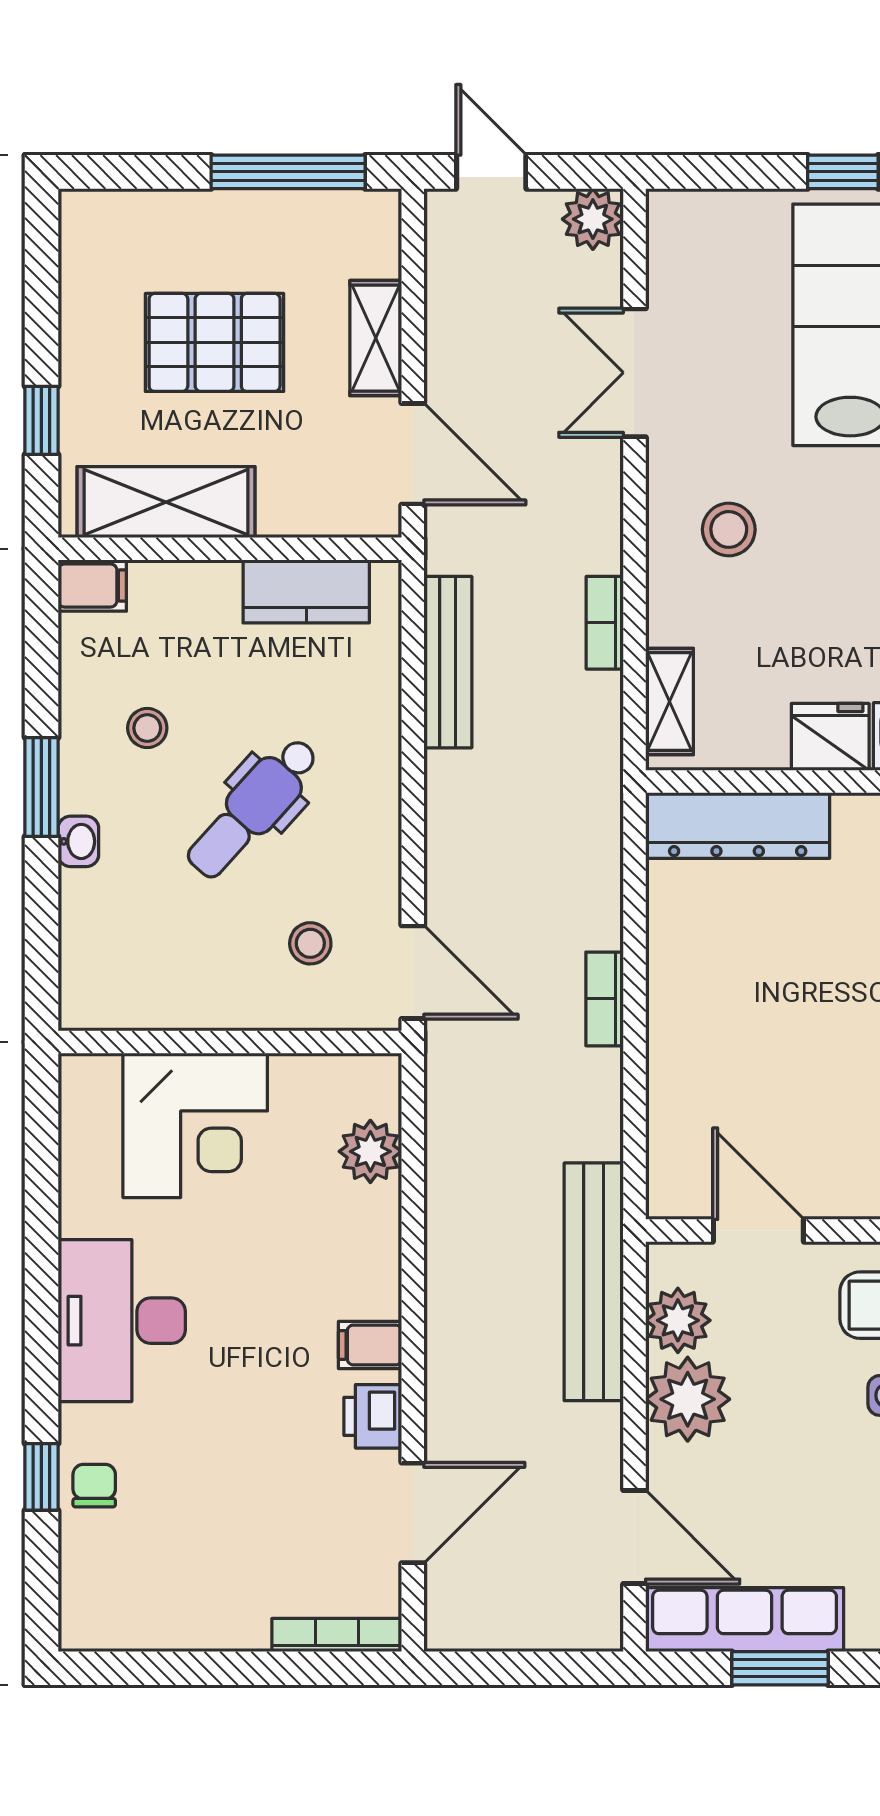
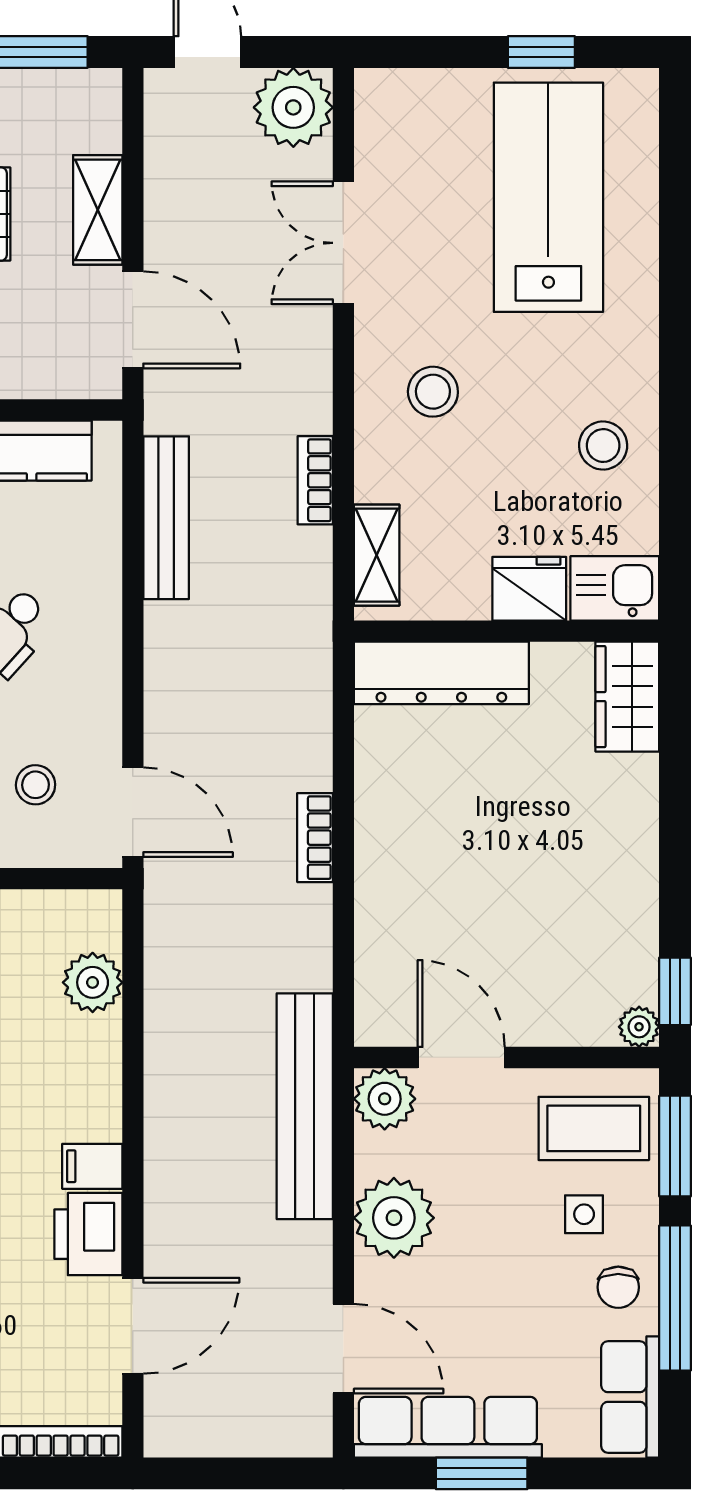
plant: (593, 219) -> (293, 107), width x1.36, depth x1.36
plant: (678, 1320) -> (385, 1099), moved
printer: (373, 1416) -> (88, 1234), width x1.36, depth x1.24

